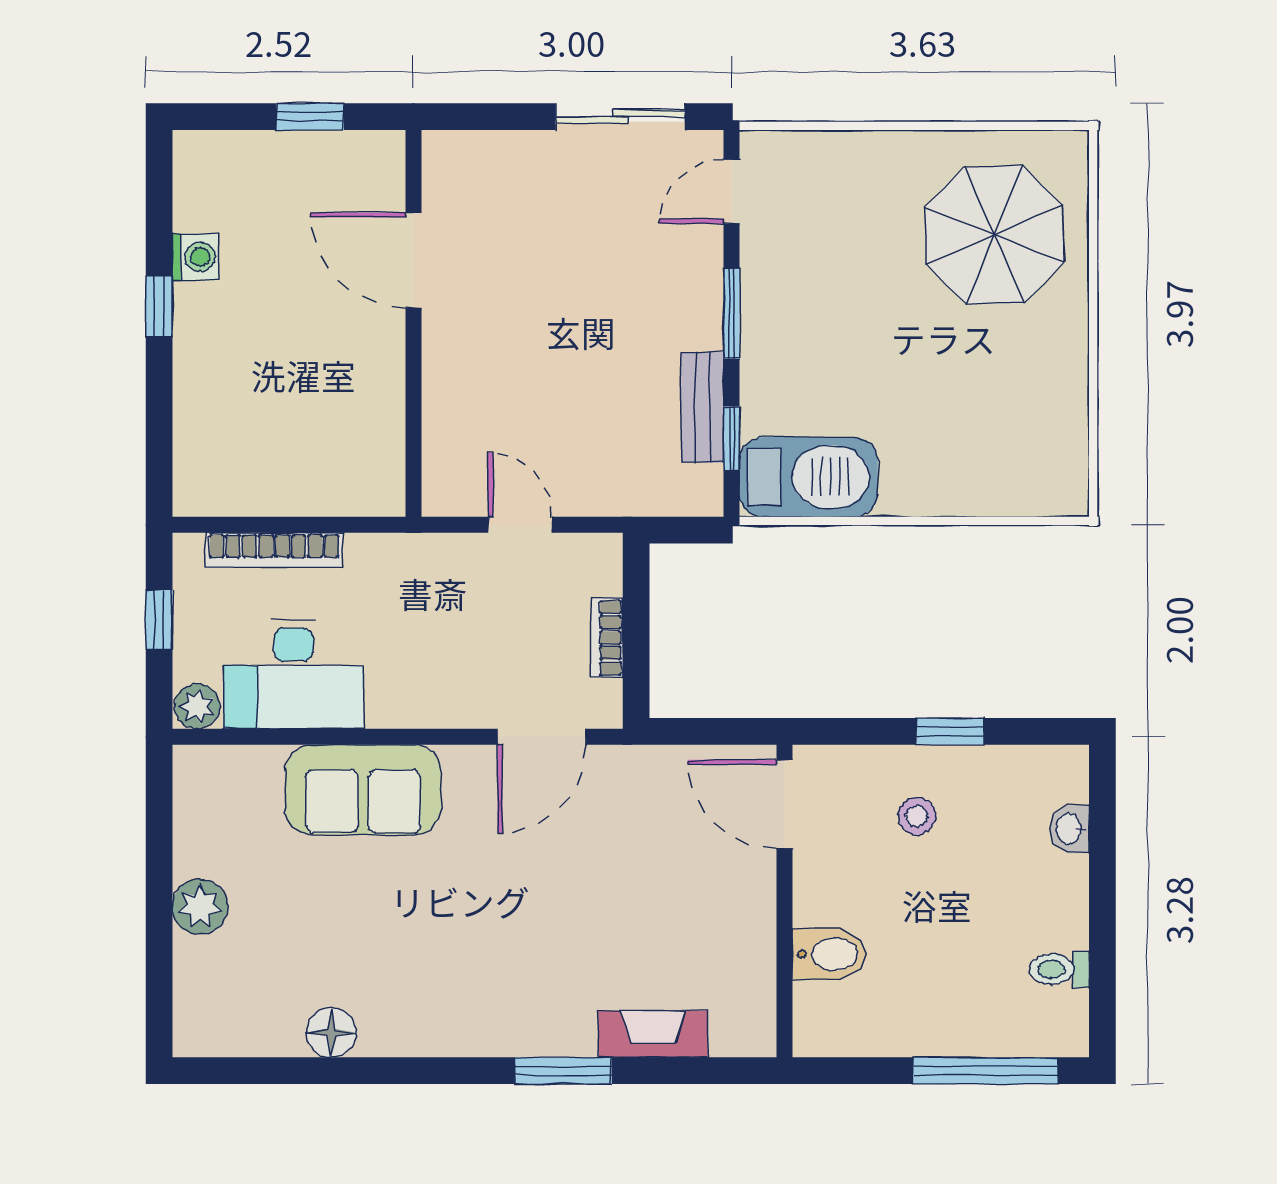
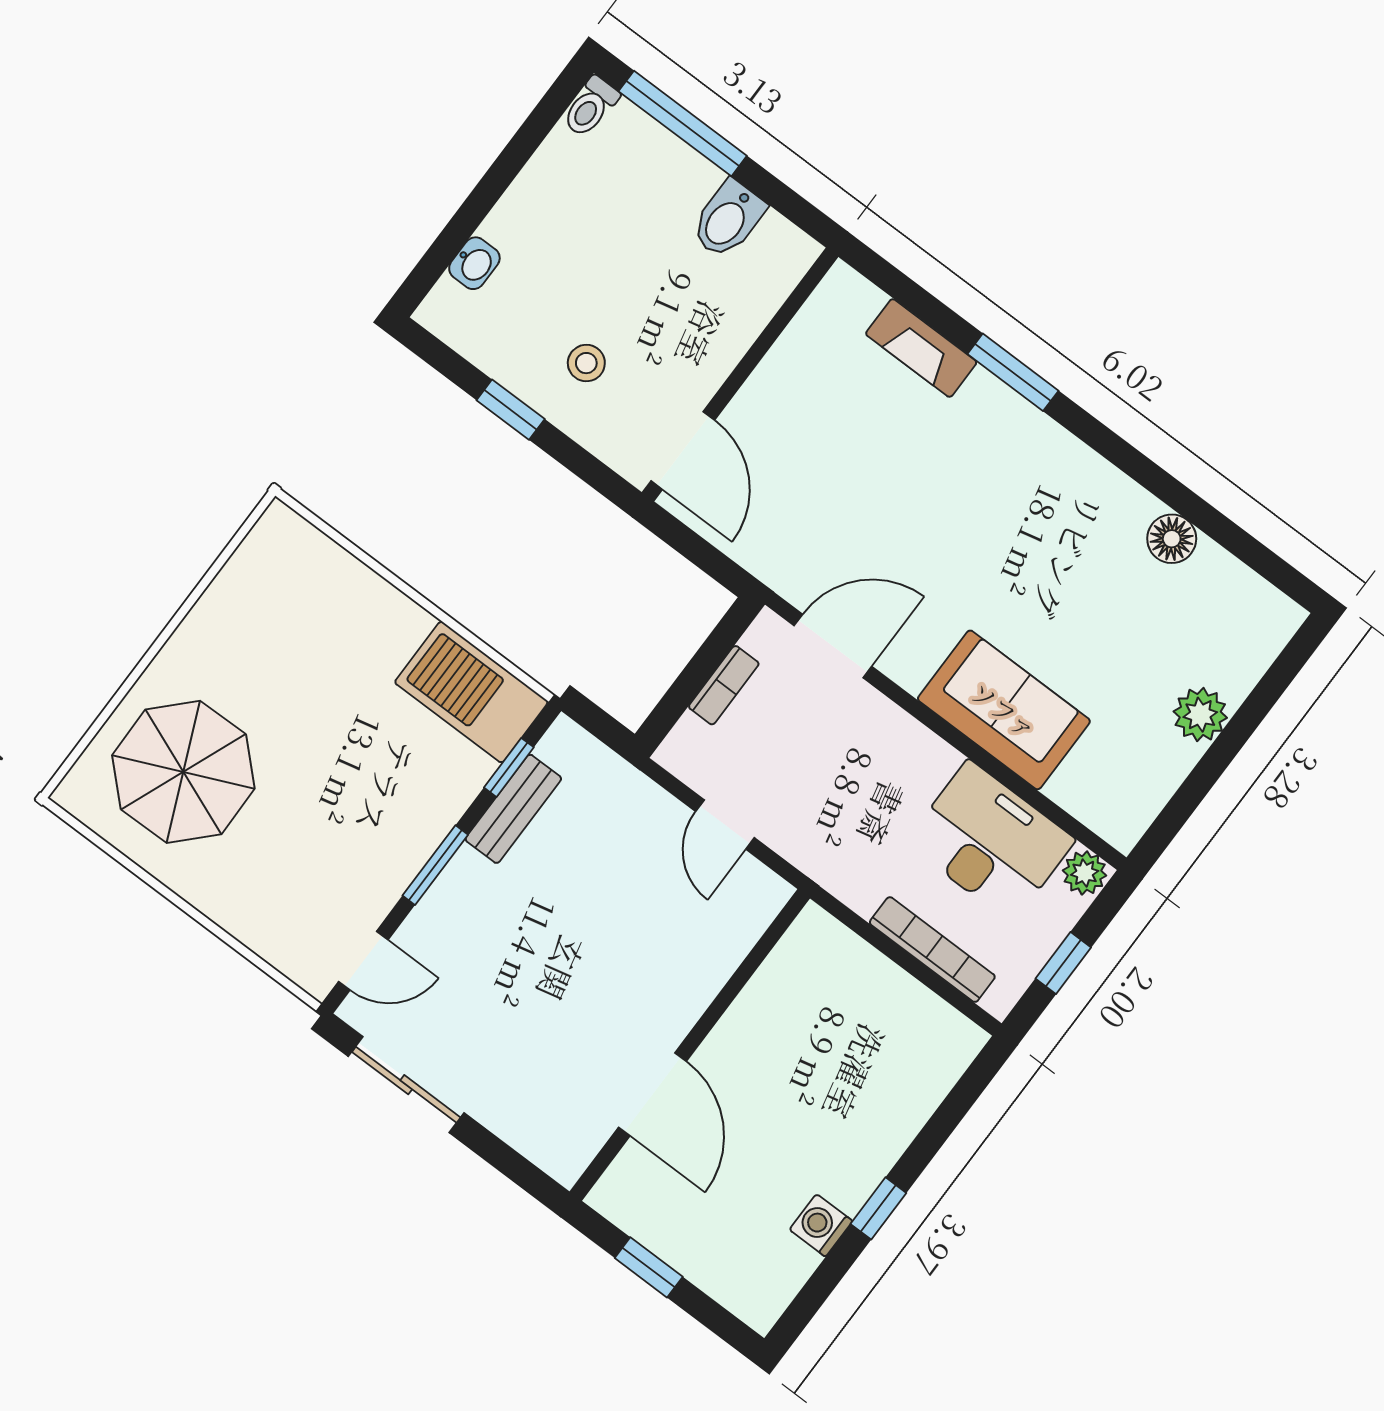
bidet: (830, 954) -> (728, 219), moved, turned -90
toilet: (1059, 969) -> (591, 107), moved, turned 90

